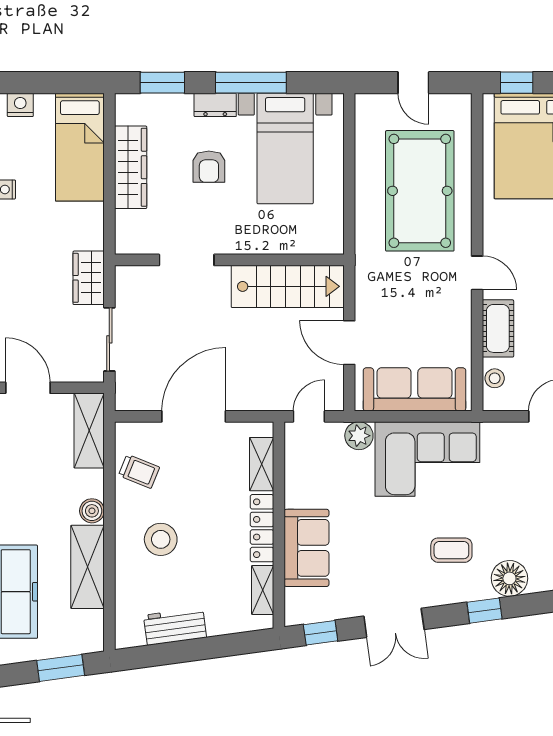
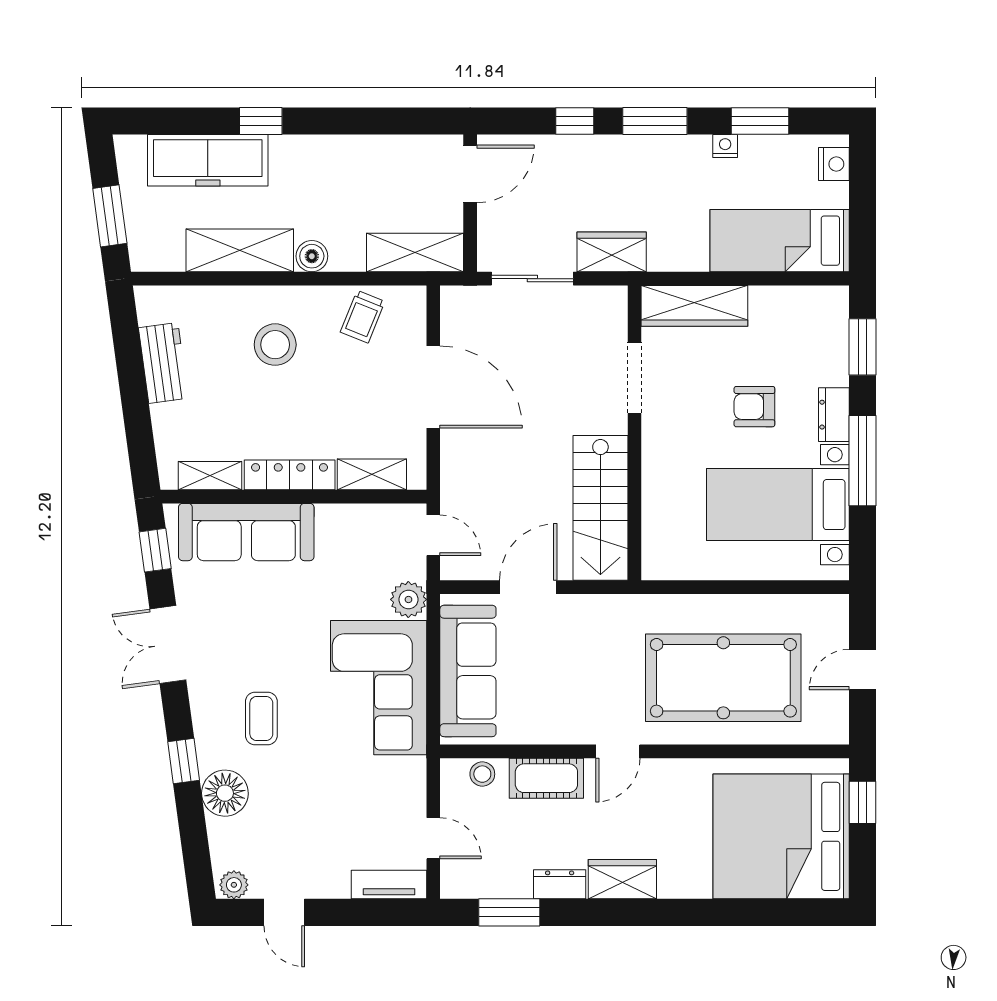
wardrobe: (131, 167) -> (694, 306), moved
sofa: (306, 548) -> (246, 532), width x1.36

